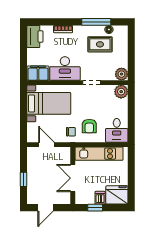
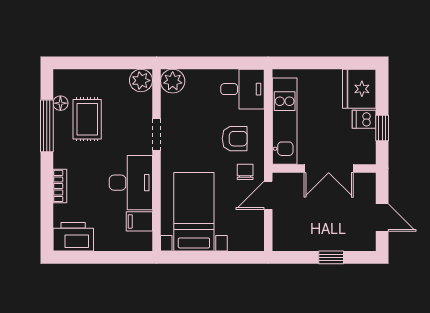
filing cabinet: (38, 73) -> (139, 221), width x0.50
door: (47, 145) -> (268, 195), moved

